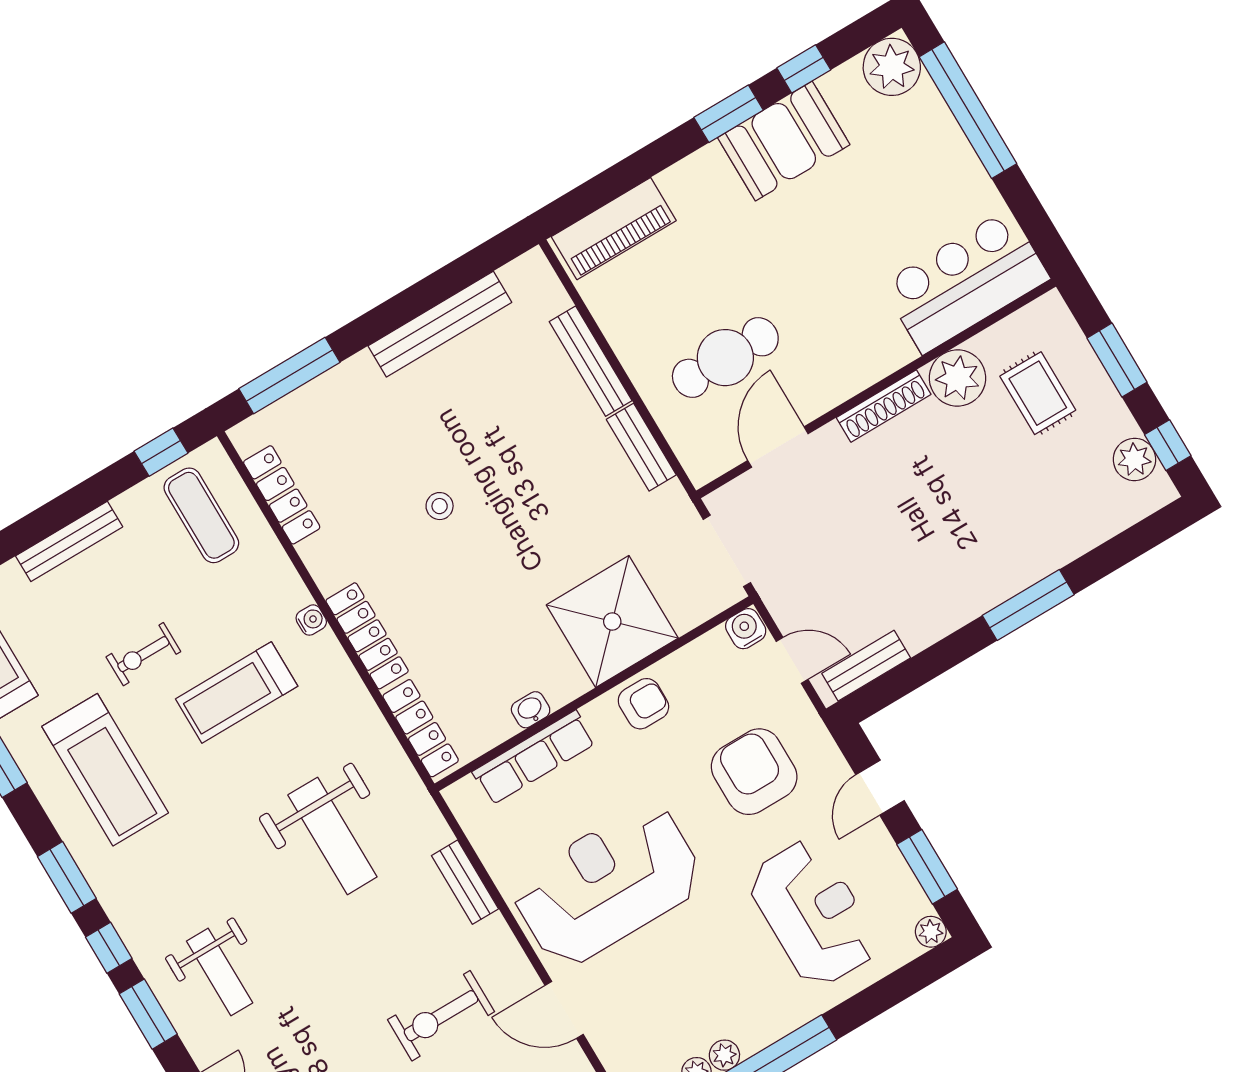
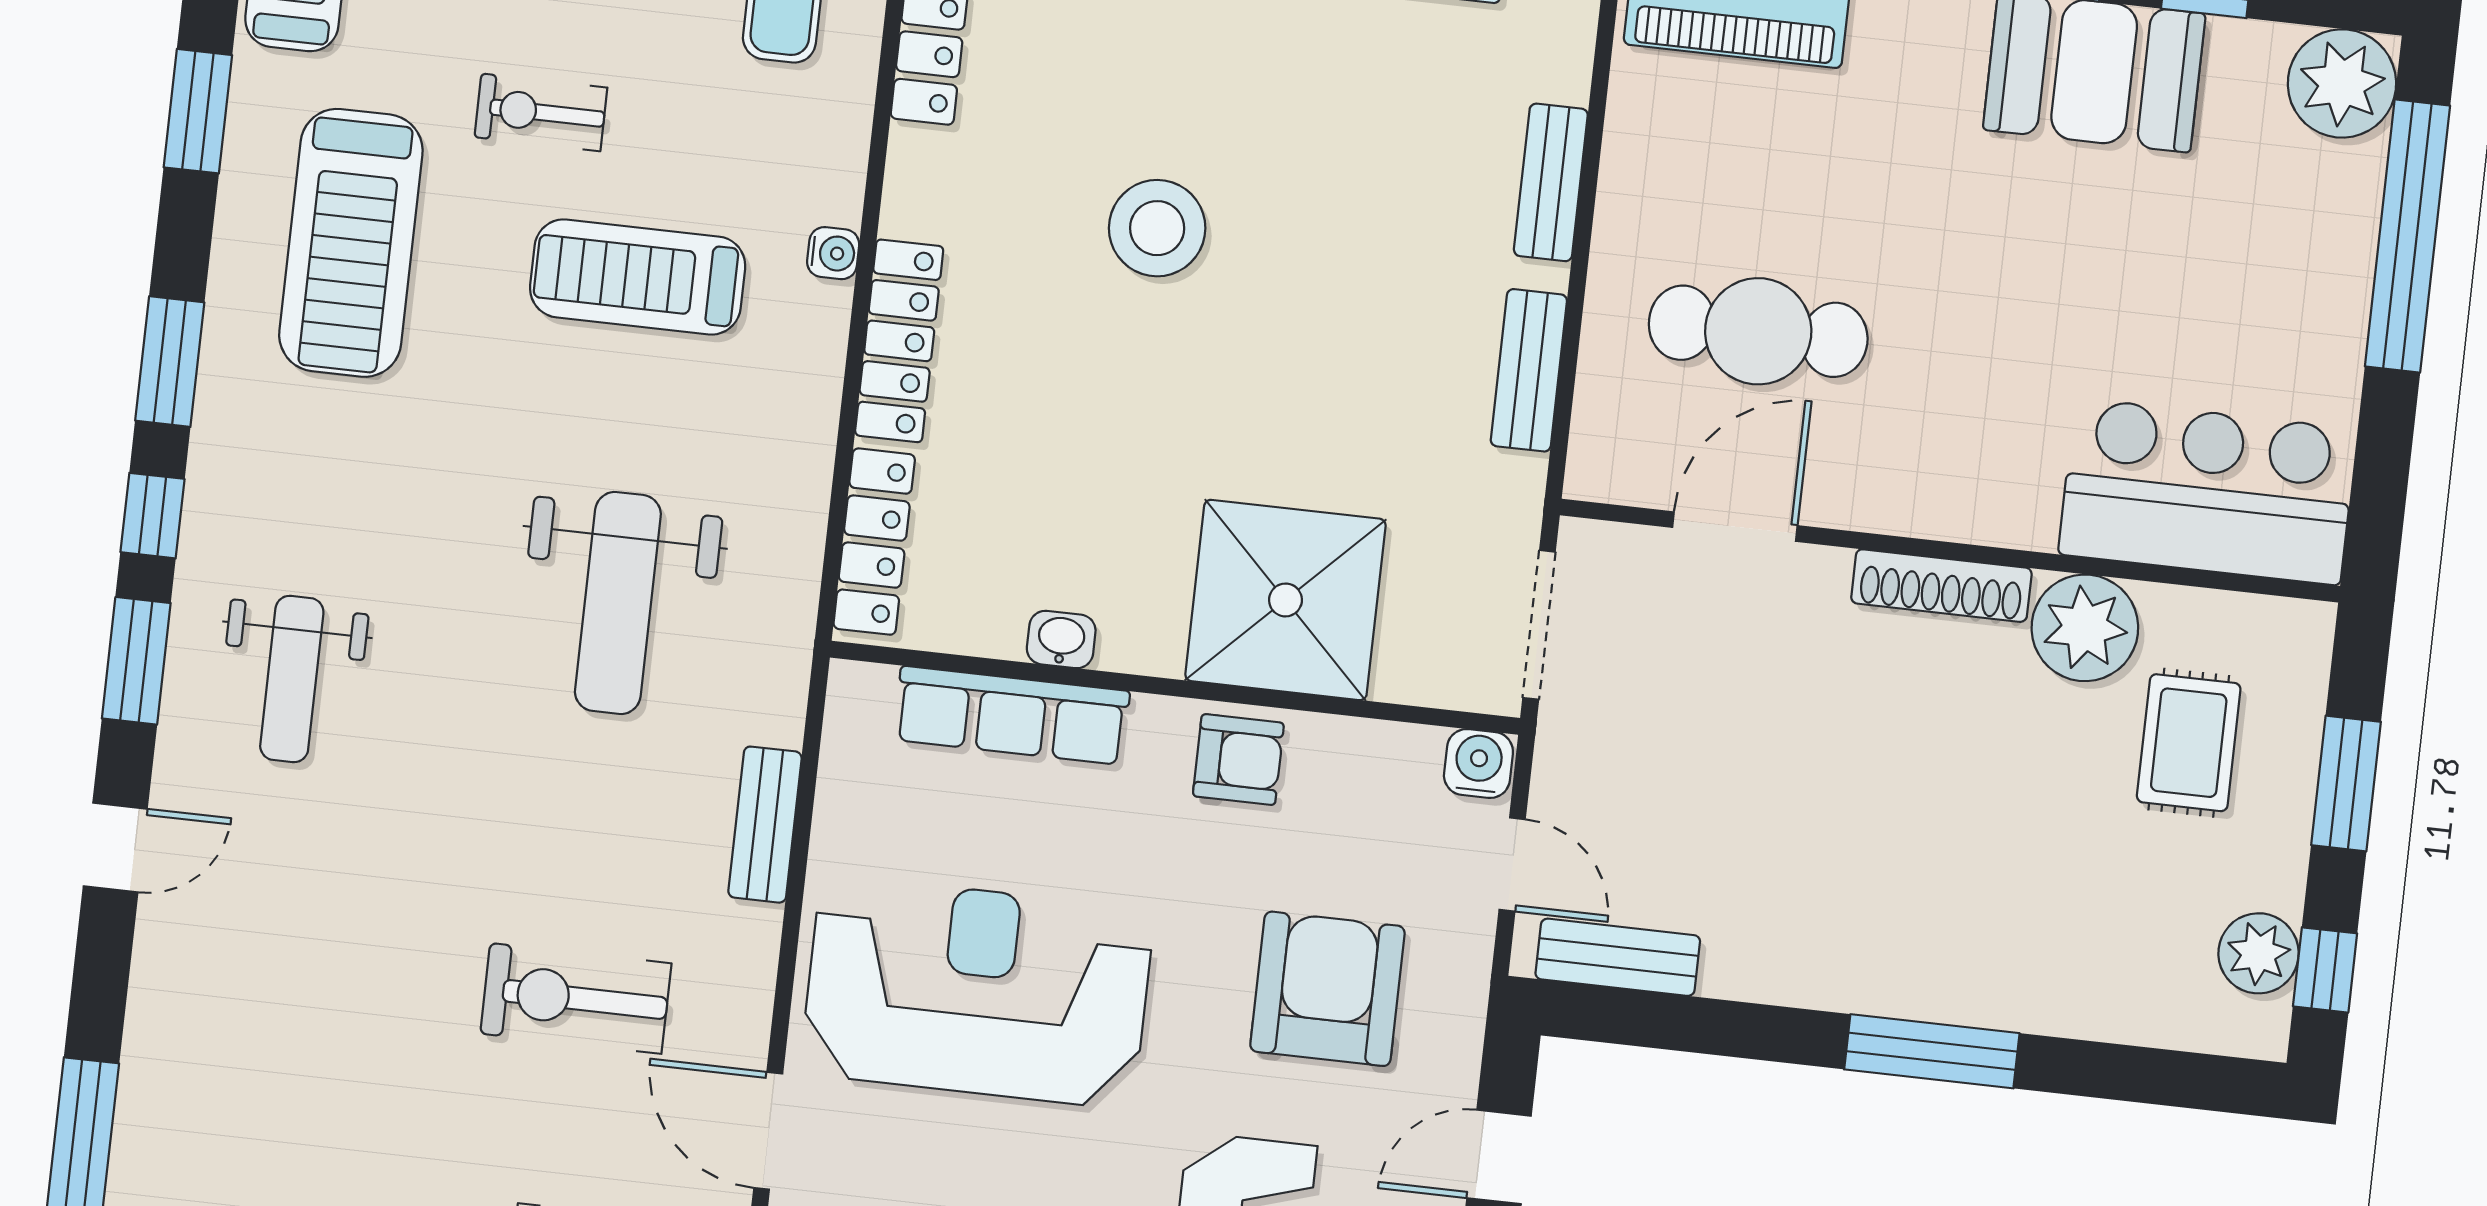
bench: (591, 361) -> (1551, 182), width x0.73
stool: (440, 506) -> (1157, 228), width x1.89, depth x1.89

